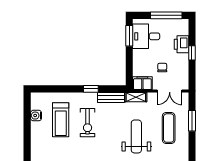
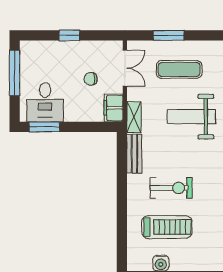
printer: (181, 44) -> (57, 51), removed
window: (91, 89) -> (122, 183), removed

